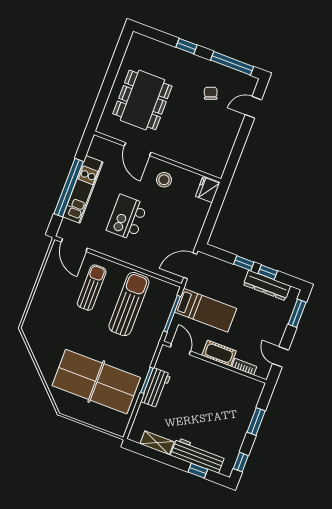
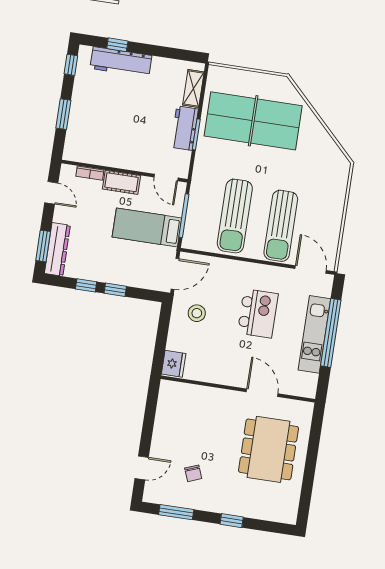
window: (232, 63) -> (176, 512), width x0.69
stool: (164, 180) -> (197, 313), moved
dresser: (267, 285) -> (57, 249), moved, turned 90
sun lounger: (92, 288) -> (281, 226), width x1.36, depth x1.34
shelving: (157, 443) -> (193, 88), moved, turned 90

